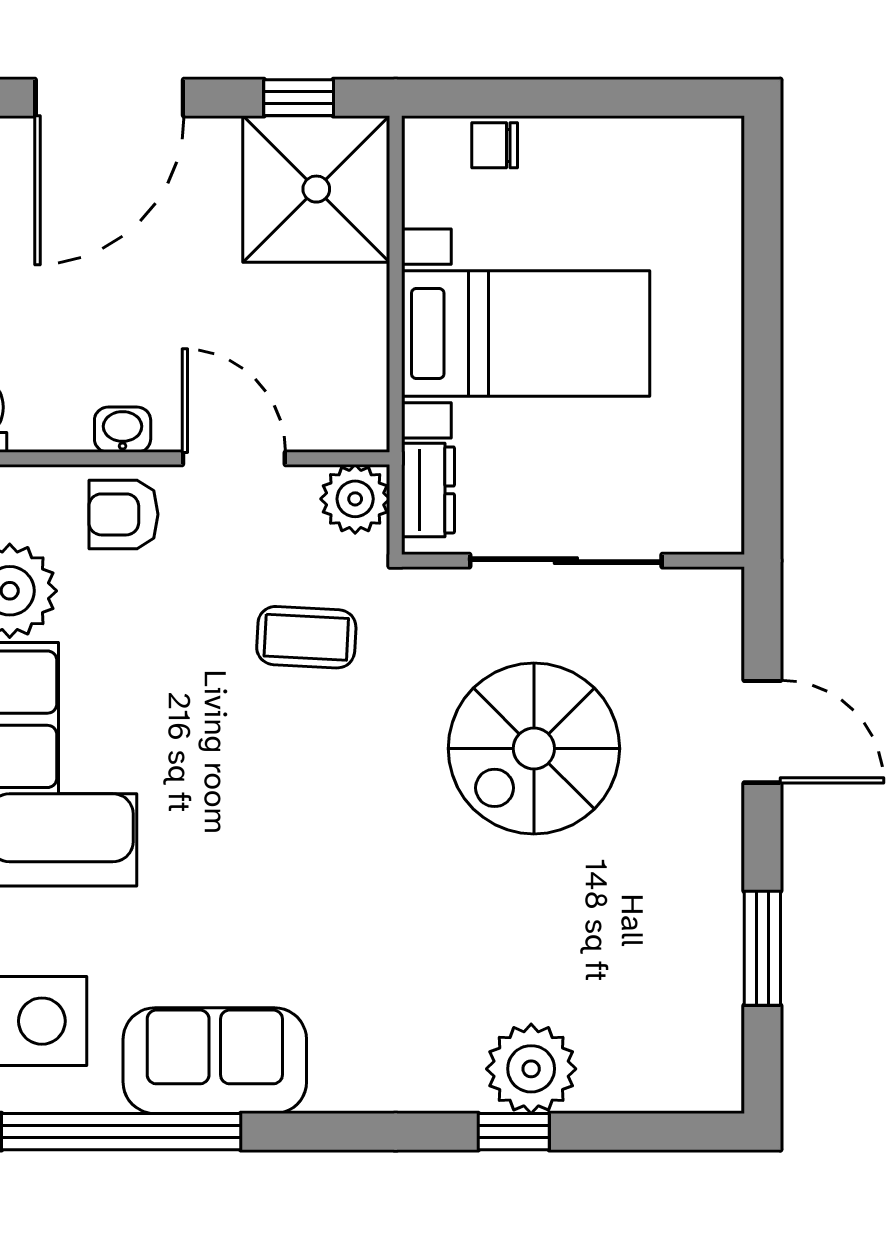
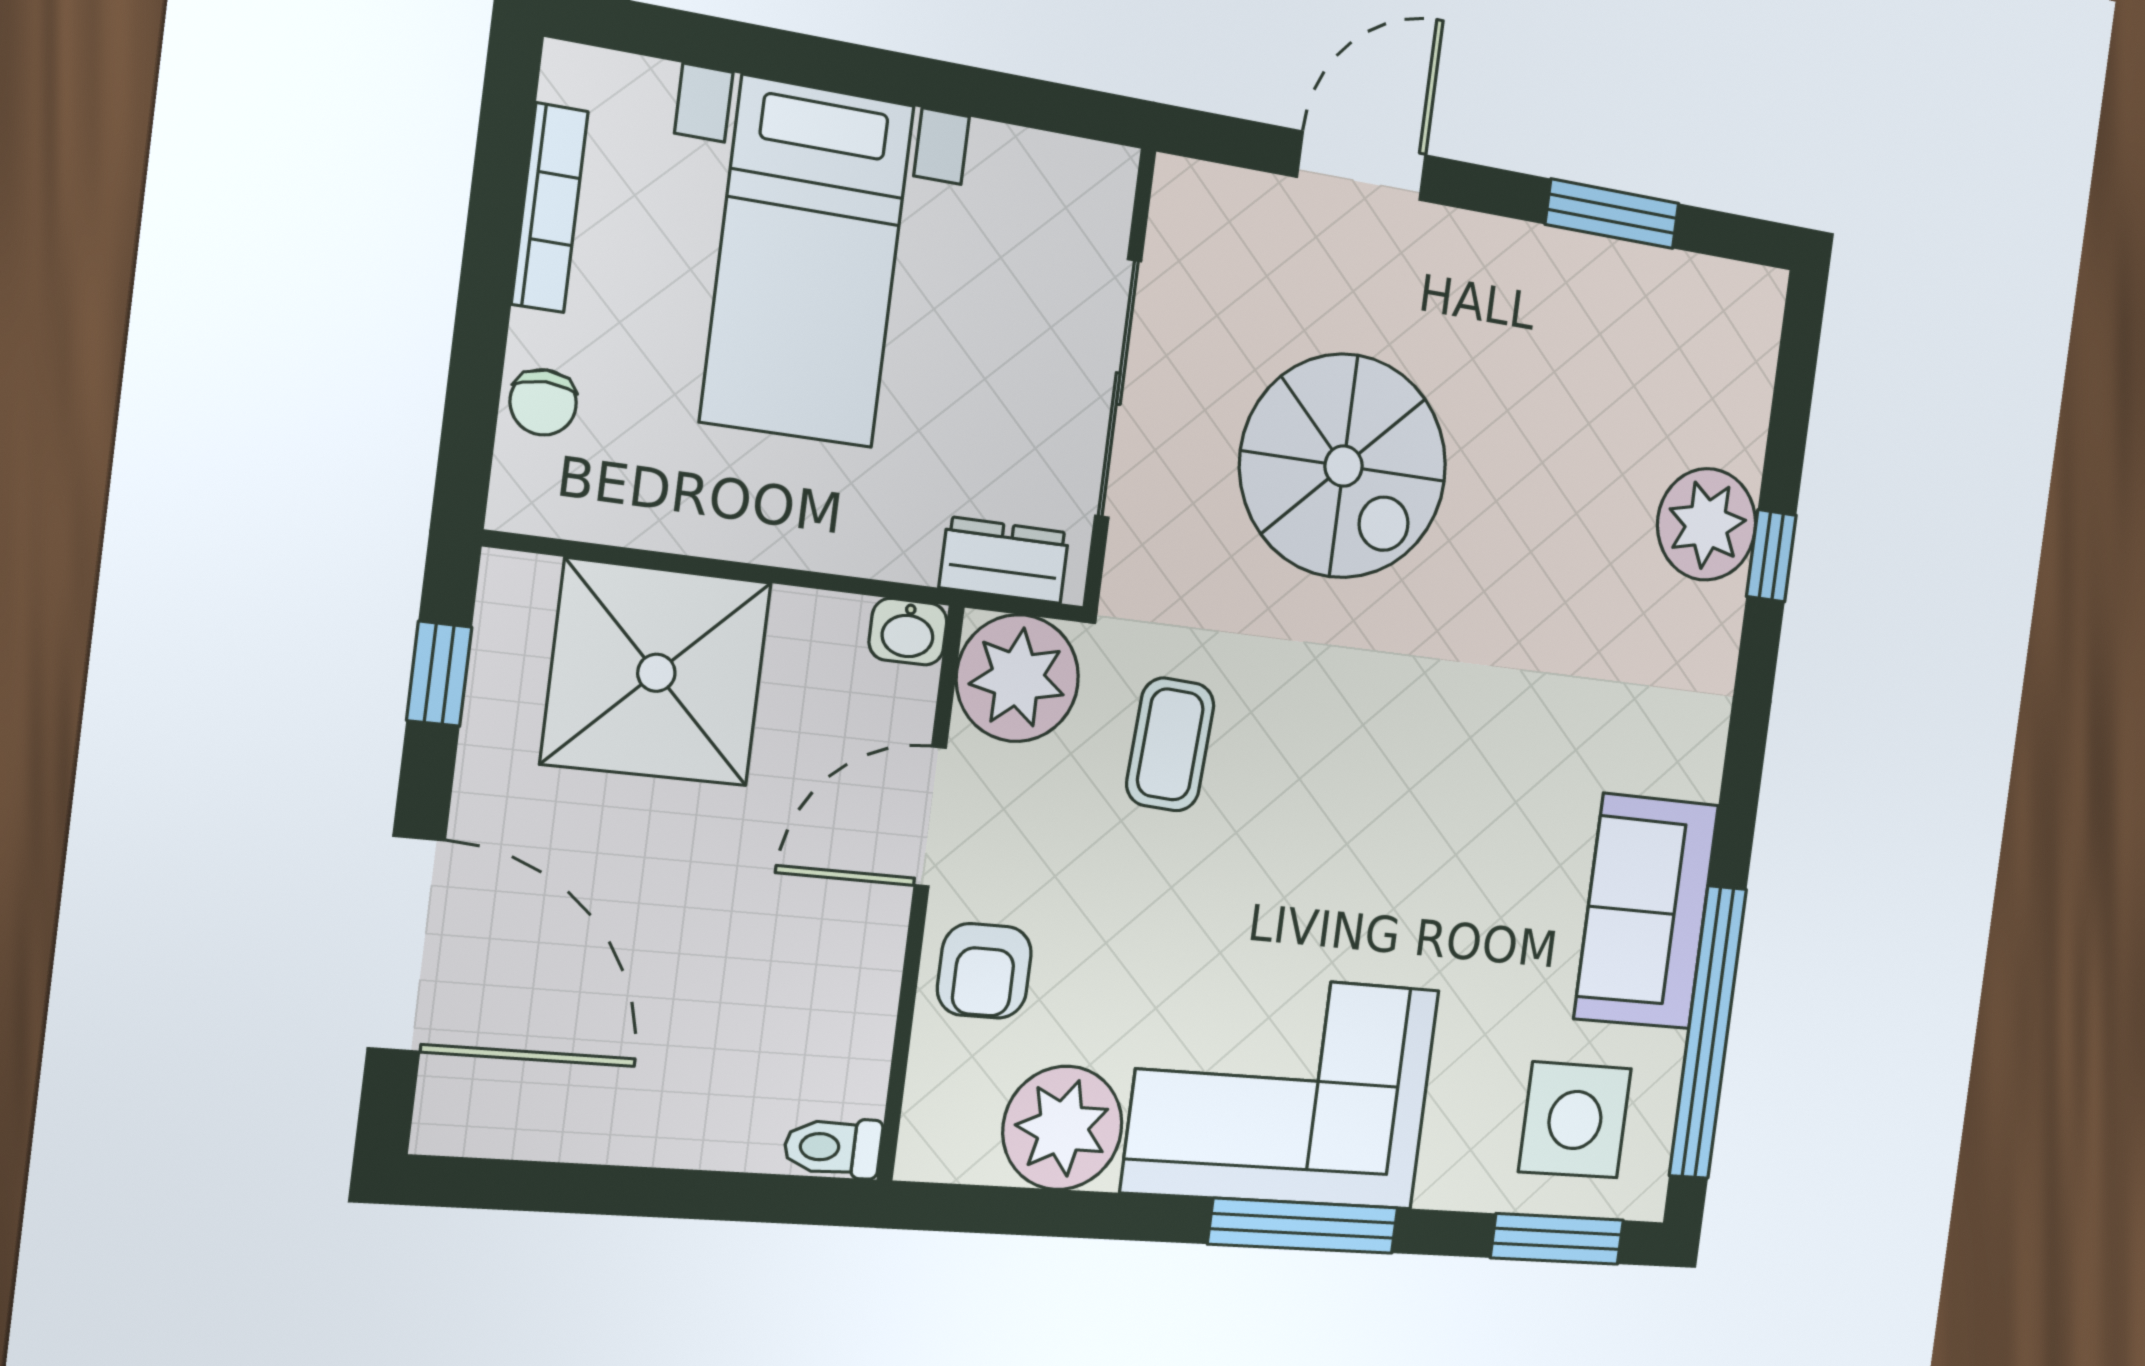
bookcase: (629, 134) -> (550, 208), added
shower: (316, 189) -> (656, 673), moved
bed with nightstands: (526, 334) -> (807, 263), moved, turned 180
washbasin: (123, 430) -> (908, 632), moved, turned -90
plant: (355, 499) -> (1018, 678), width x1.36, depth x1.36

